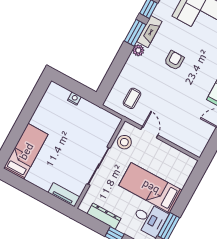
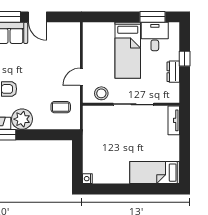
plant: (138, 50) -> (22, 119), width x1.87, depth x1.87
nightstand: (74, 99) -> (87, 179), moved
dresser: (104, 216) -> (173, 72), width x0.70

